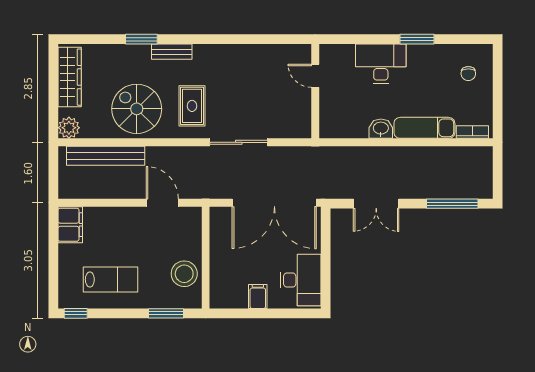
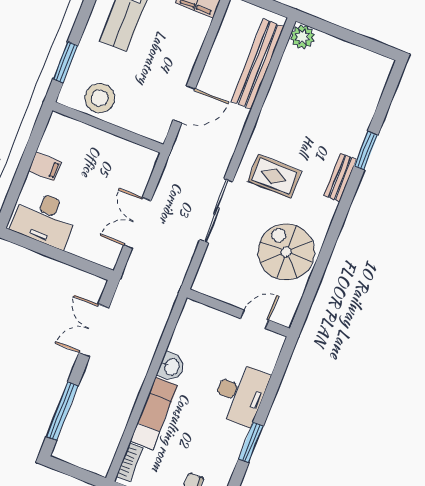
wardrobe: (70, 77) -> (356, 59), removed
spiral stairs: (137, 109) -> (286, 252), moved, turned -90
double door: (274, 203) -> (137, 223), width x0.54

